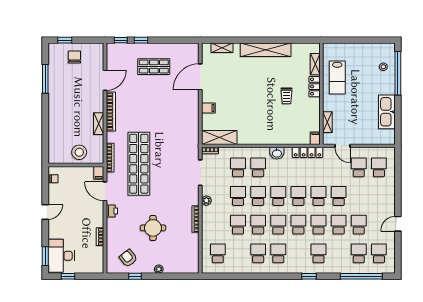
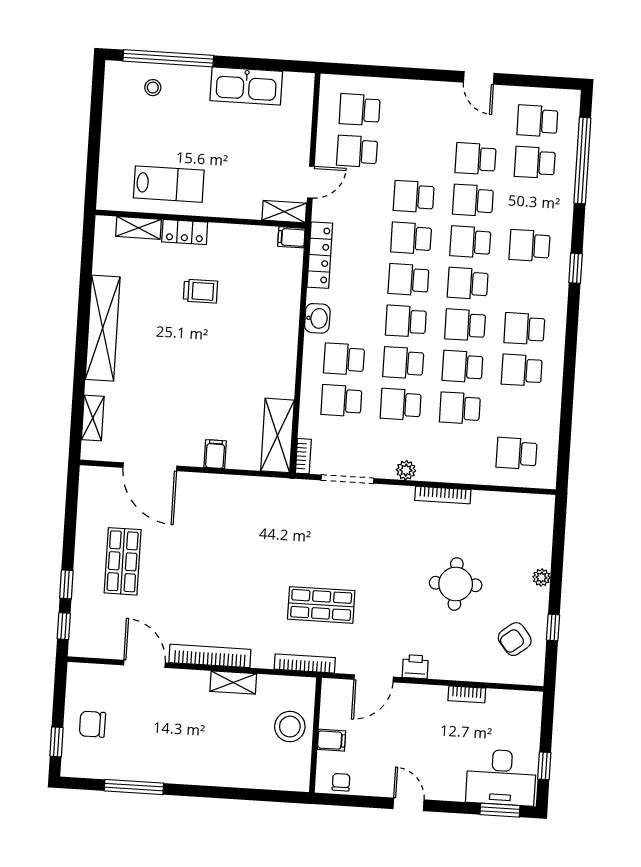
shelving: (327, 122) -> (284, 212), moved
shop shelf: (139, 164) -> (321, 605), width x0.50, depth x0.74
filing cabinet: (99, 173) -> (332, 740), moved

